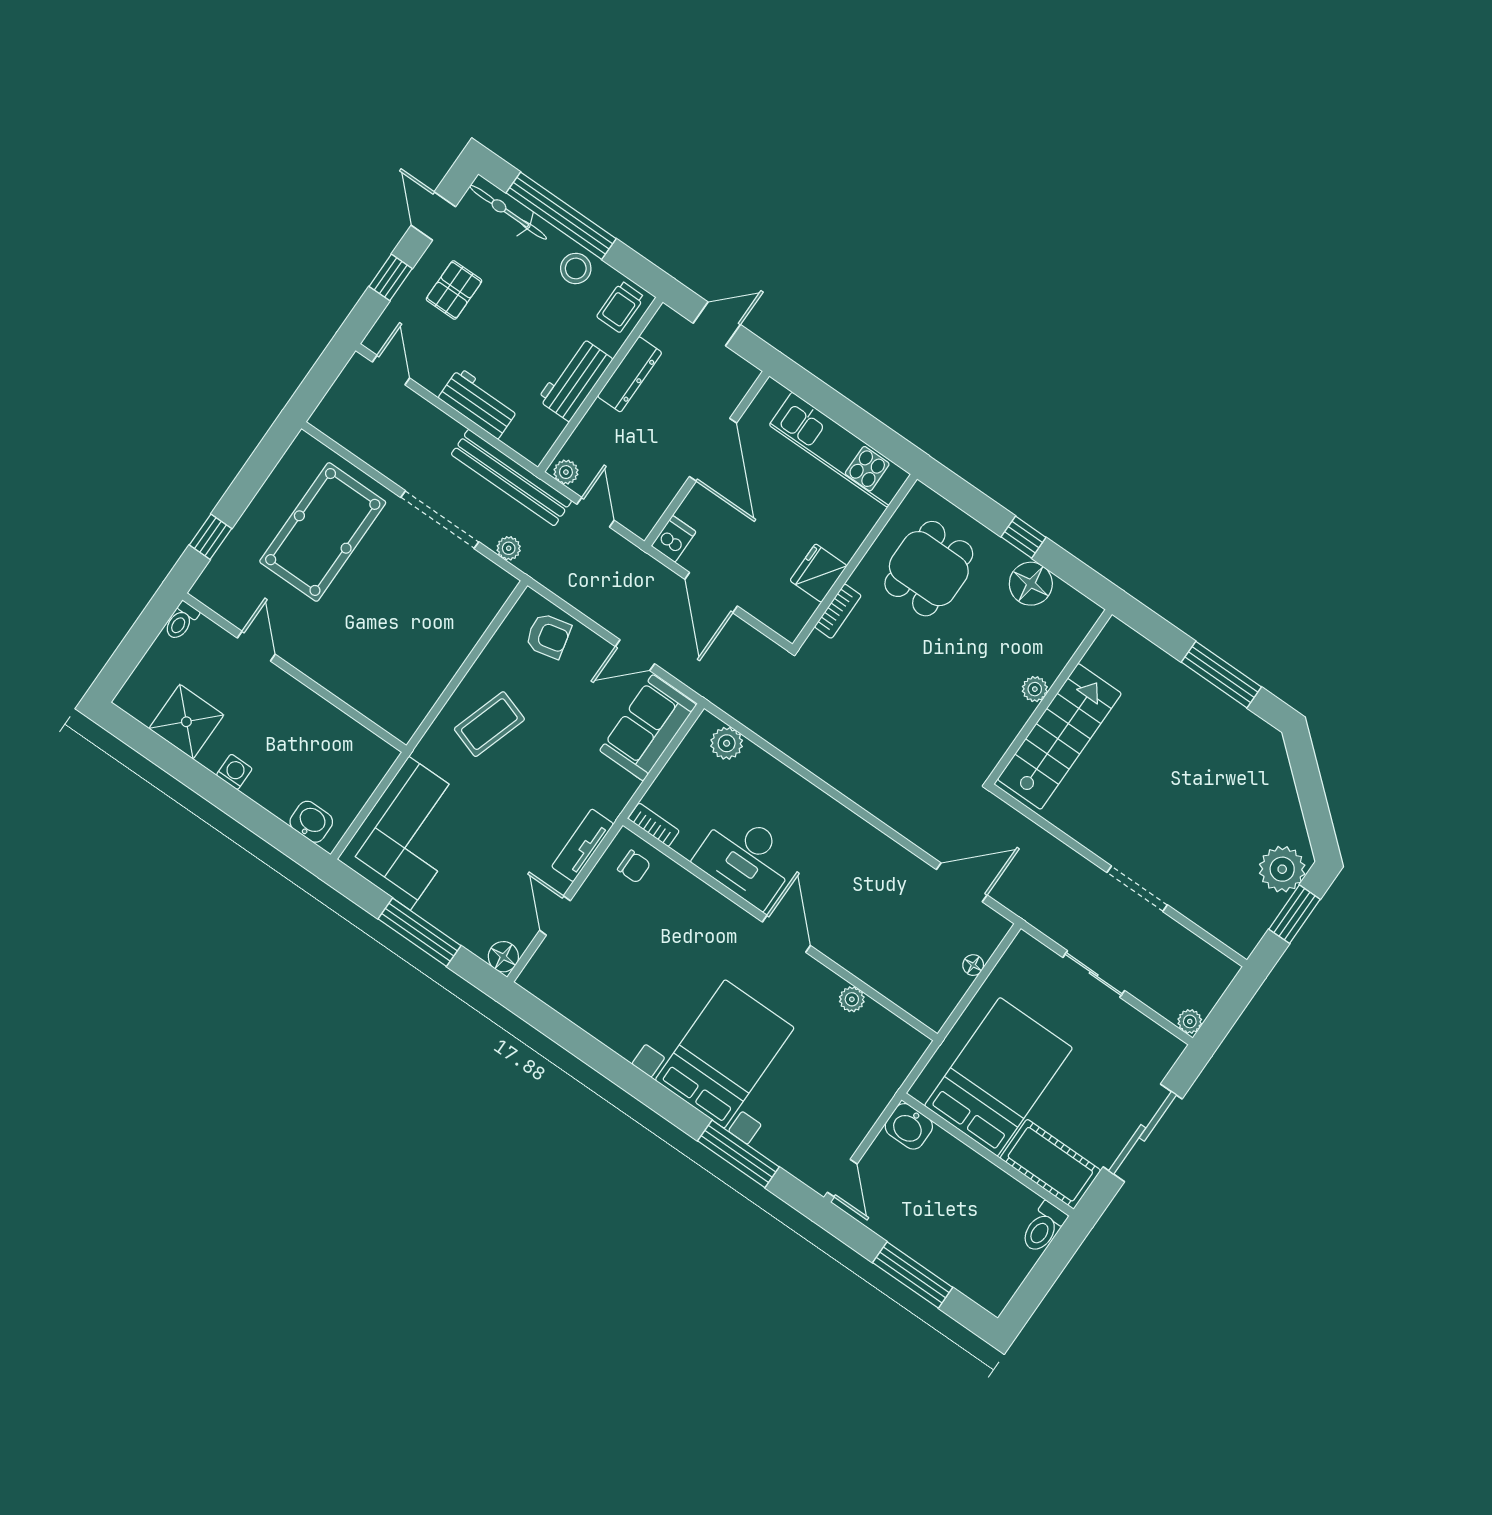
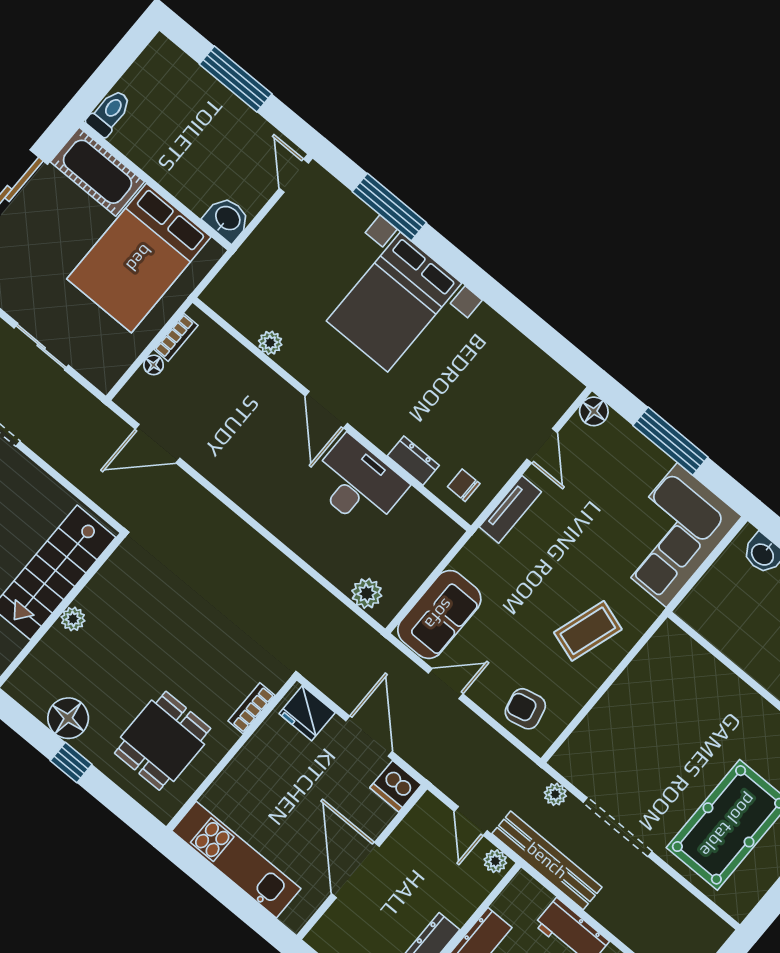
dishwasher: (674, 539) -> (396, 786), width x1.38
fridge: (818, 573) -> (307, 713), moved, turned 90
bookcase: (654, 825) -> (176, 337), moved, turned -90
dresser: (690, 888) -> (413, 461), added

